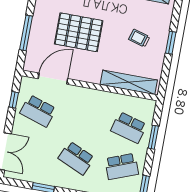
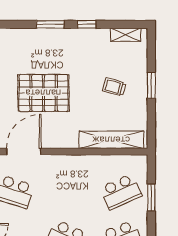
school desk: (129, 128) -> (121, 192), turned -39

